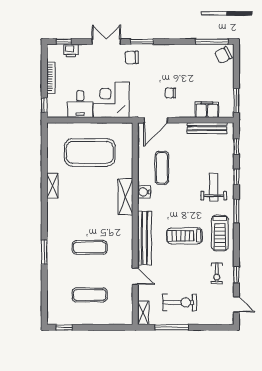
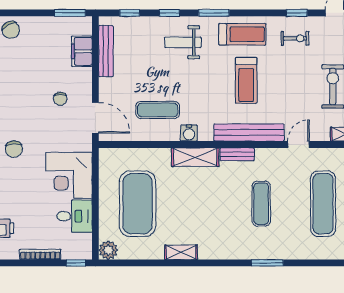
plant: (54, 130) -> (108, 250), added
bench: (128, 229) -> (237, 154), added
exercise mat: (90, 295) -> (323, 204), width x1.36, depth x1.45

